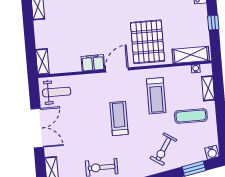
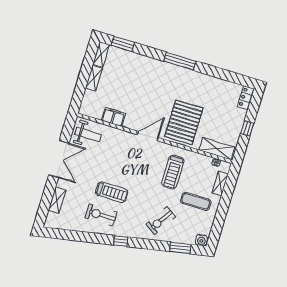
shelving: (42, 62) -> (94, 78), moved
filing cabinet: (93, 63) -> (113, 117), moved
treadmill: (119, 118) -> (112, 192), moved, turned 90

